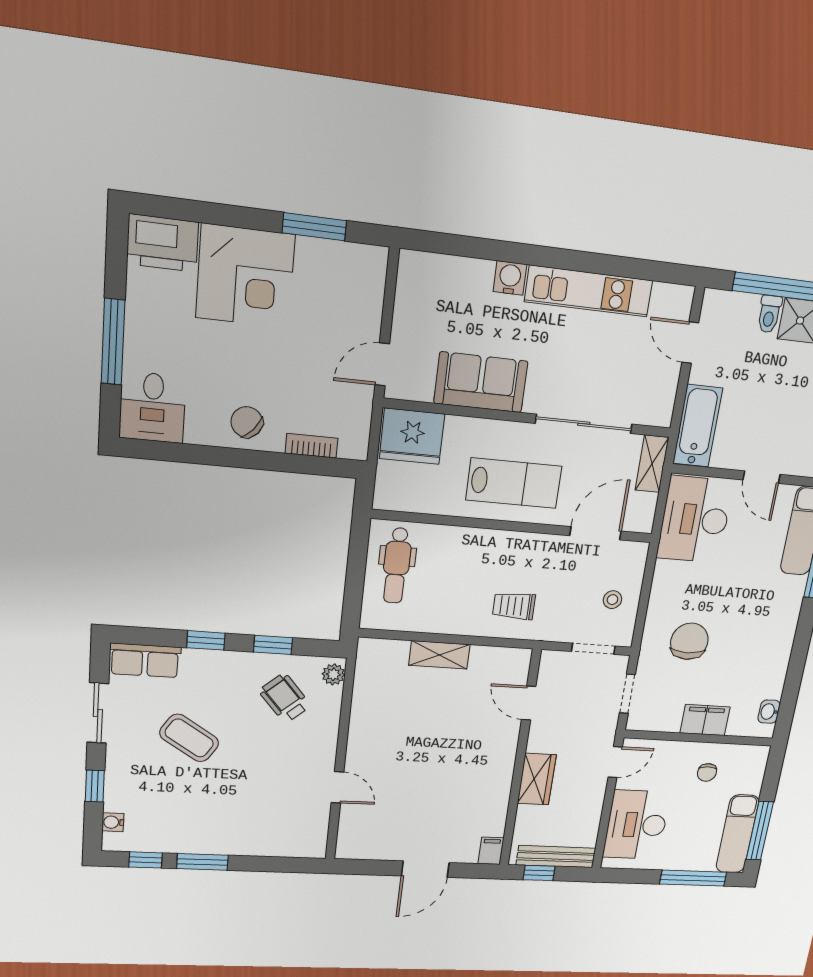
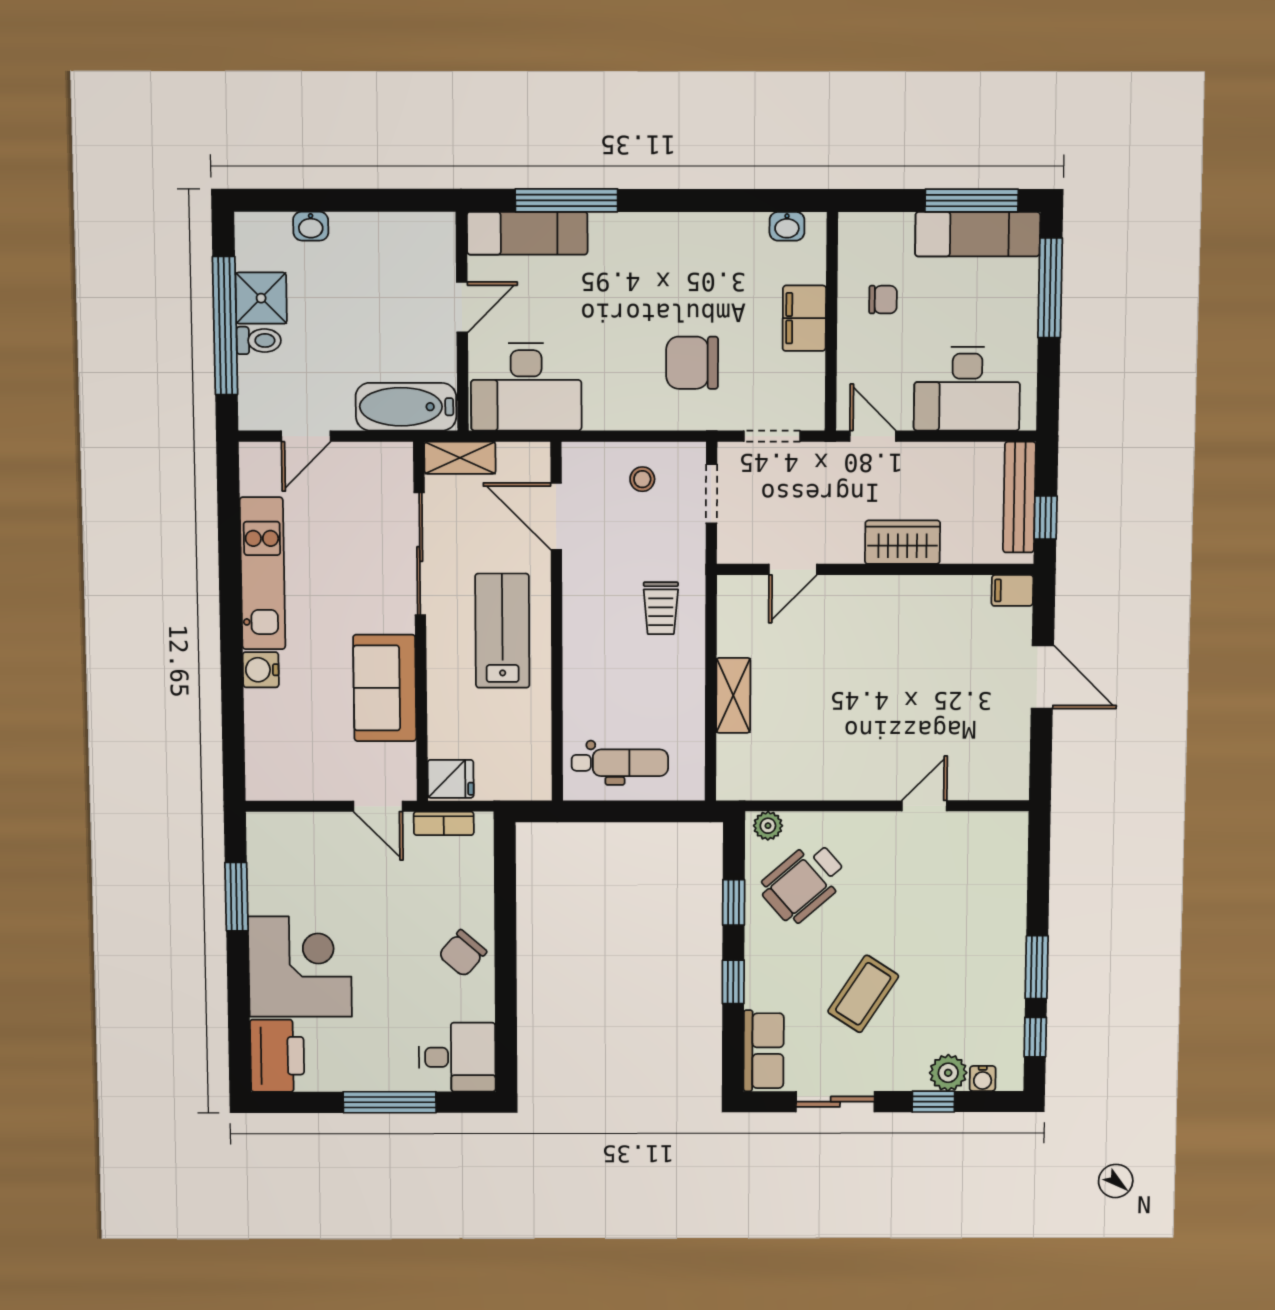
fridge: (412, 436) -> (451, 779), width x0.53, depth x0.75
bookcase: (312, 446) -> (444, 823), moved, turned -90
wheelchair: (285, 698) -> (803, 882), width x1.36, depth x1.37
plant: (119, 798) -> (948, 1073), added

